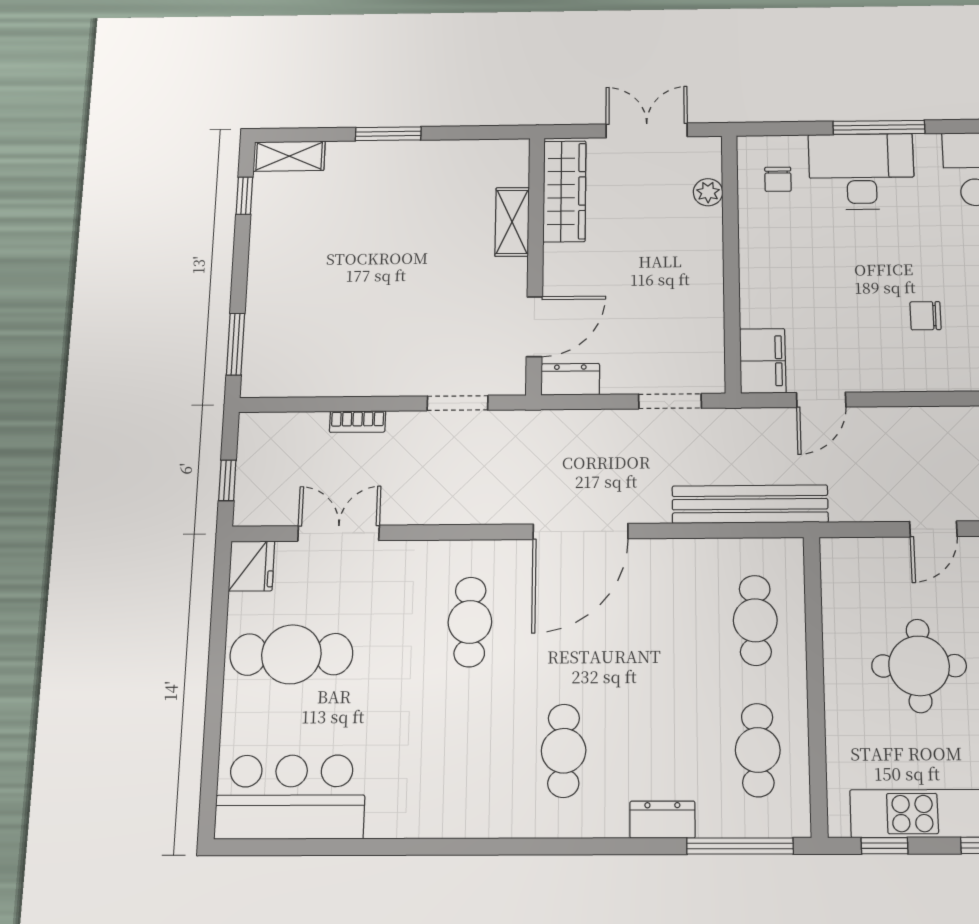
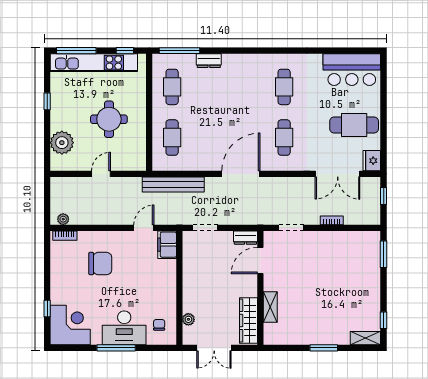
chair: (925, 316) -> (100, 264), width x1.87, depth x1.87
double door: (339, 533) -> (338, 174), width x1.37
cafe table: (564, 751) -> (284, 87), moved

